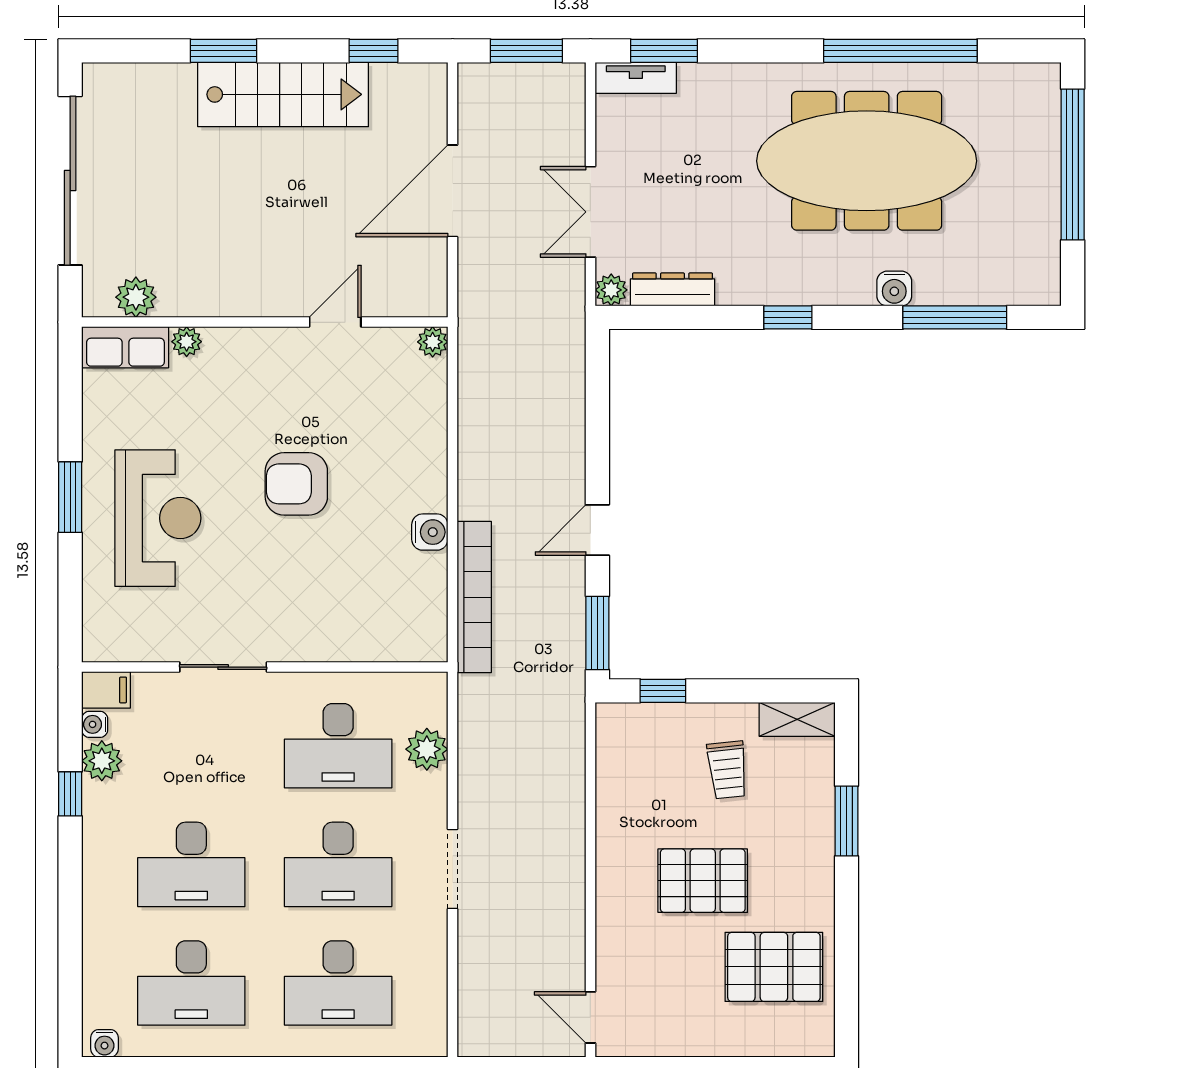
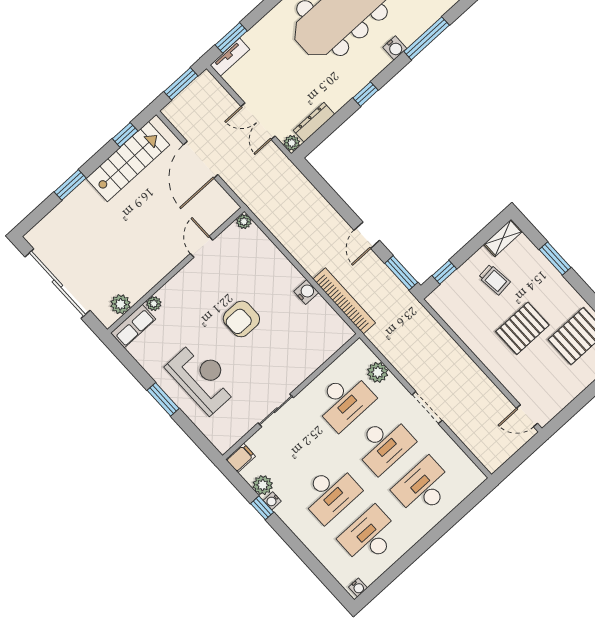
stairs: (283, 94) -> (128, 162), moved
water cooler: (95, 724) -> (272, 501), moved
desk: (191, 983) -> (370, 536), turned 180
desk: (338, 983) -> (423, 487), turned 180

